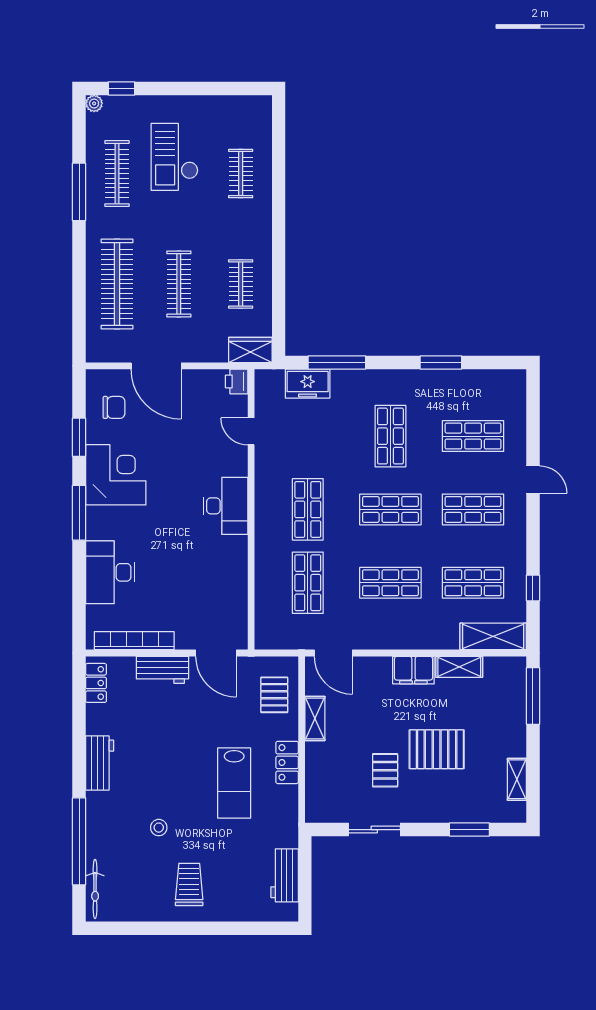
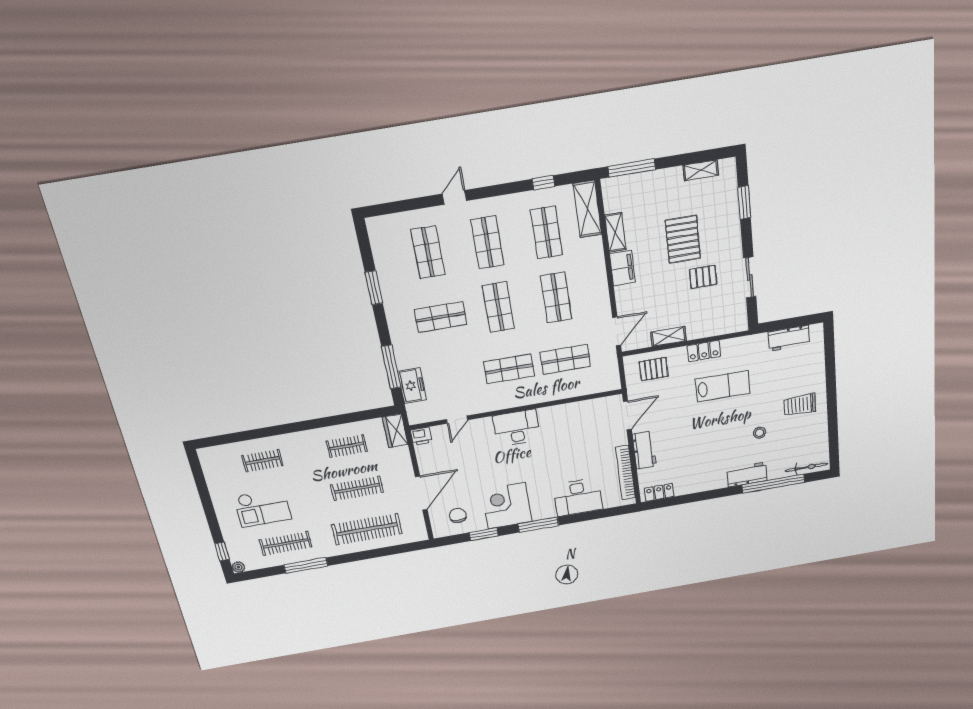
workbench: (100, 763) -> (747, 475), moved

